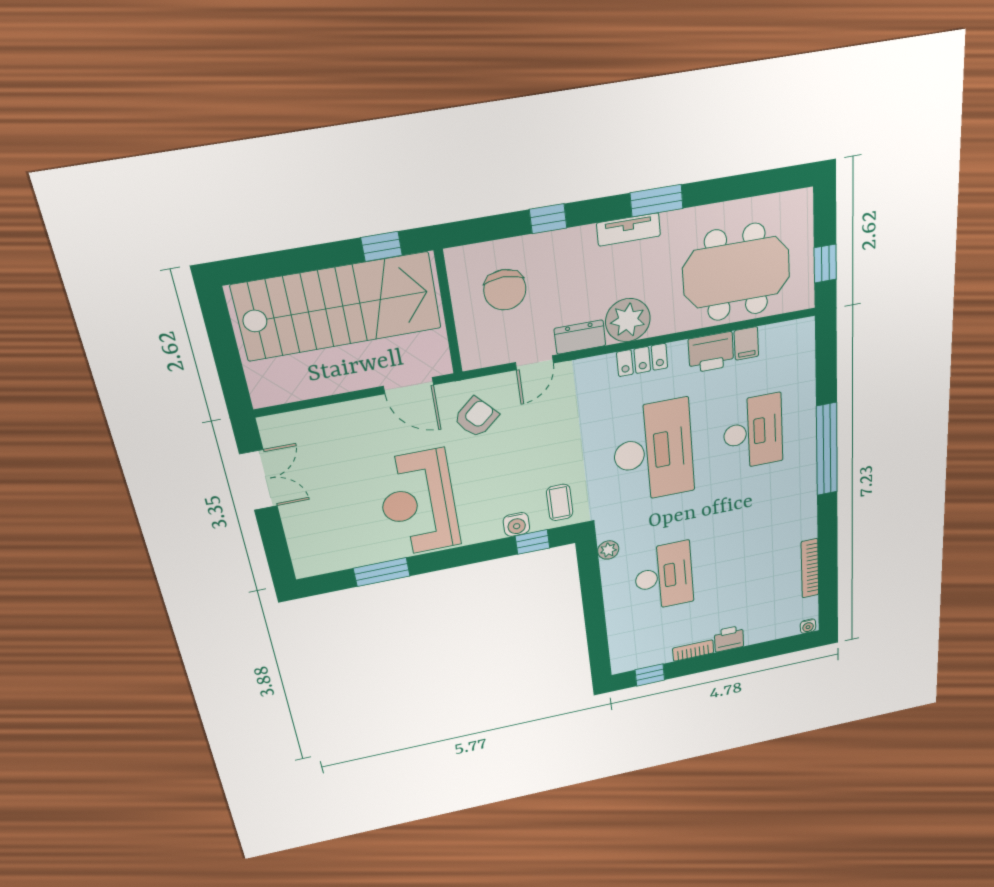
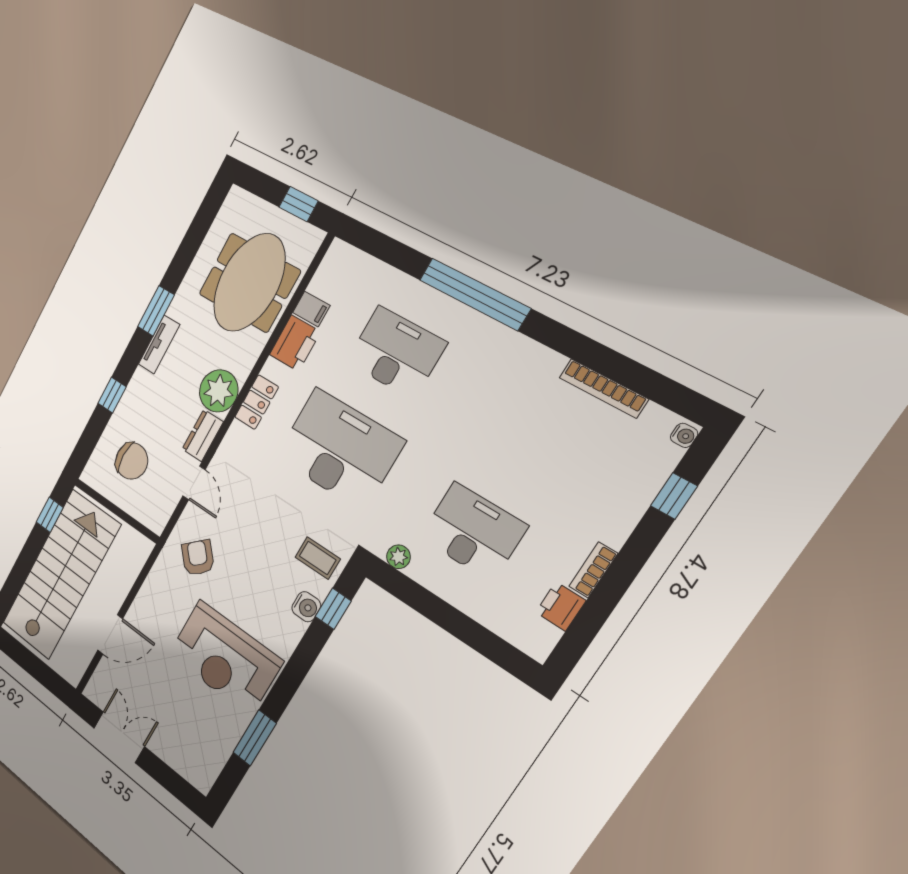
door: (408, 386) -> (110, 634), moved
printer: (729, 639) -> (561, 606), moved
window: (650, 675) -> (674, 496), moved

